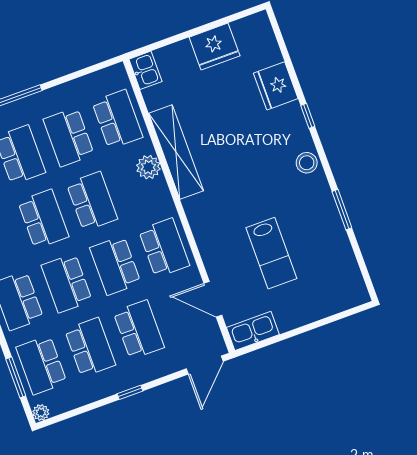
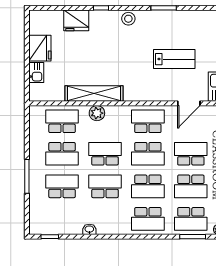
kitchen sink: (145, 70) -> (36, 72), moved, turned 90
school desk: (90, 347) -> (191, 186), turned 180

